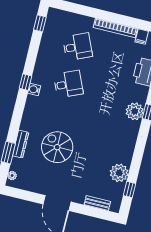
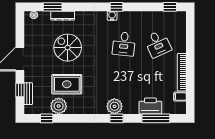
desk: (68, 84) -> (124, 44), turned 30
spiral stairs: (57, 147) -> (68, 48), turned -90
rug: (97, 158) -> (67, 84), added
window: (91, 211) -> (20, 90), added

